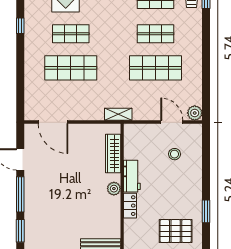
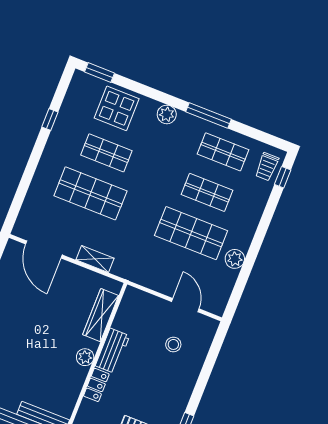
plant: (195, 113) -> (235, 259), moved
shelving: (118, 114) -> (95, 259), moved

